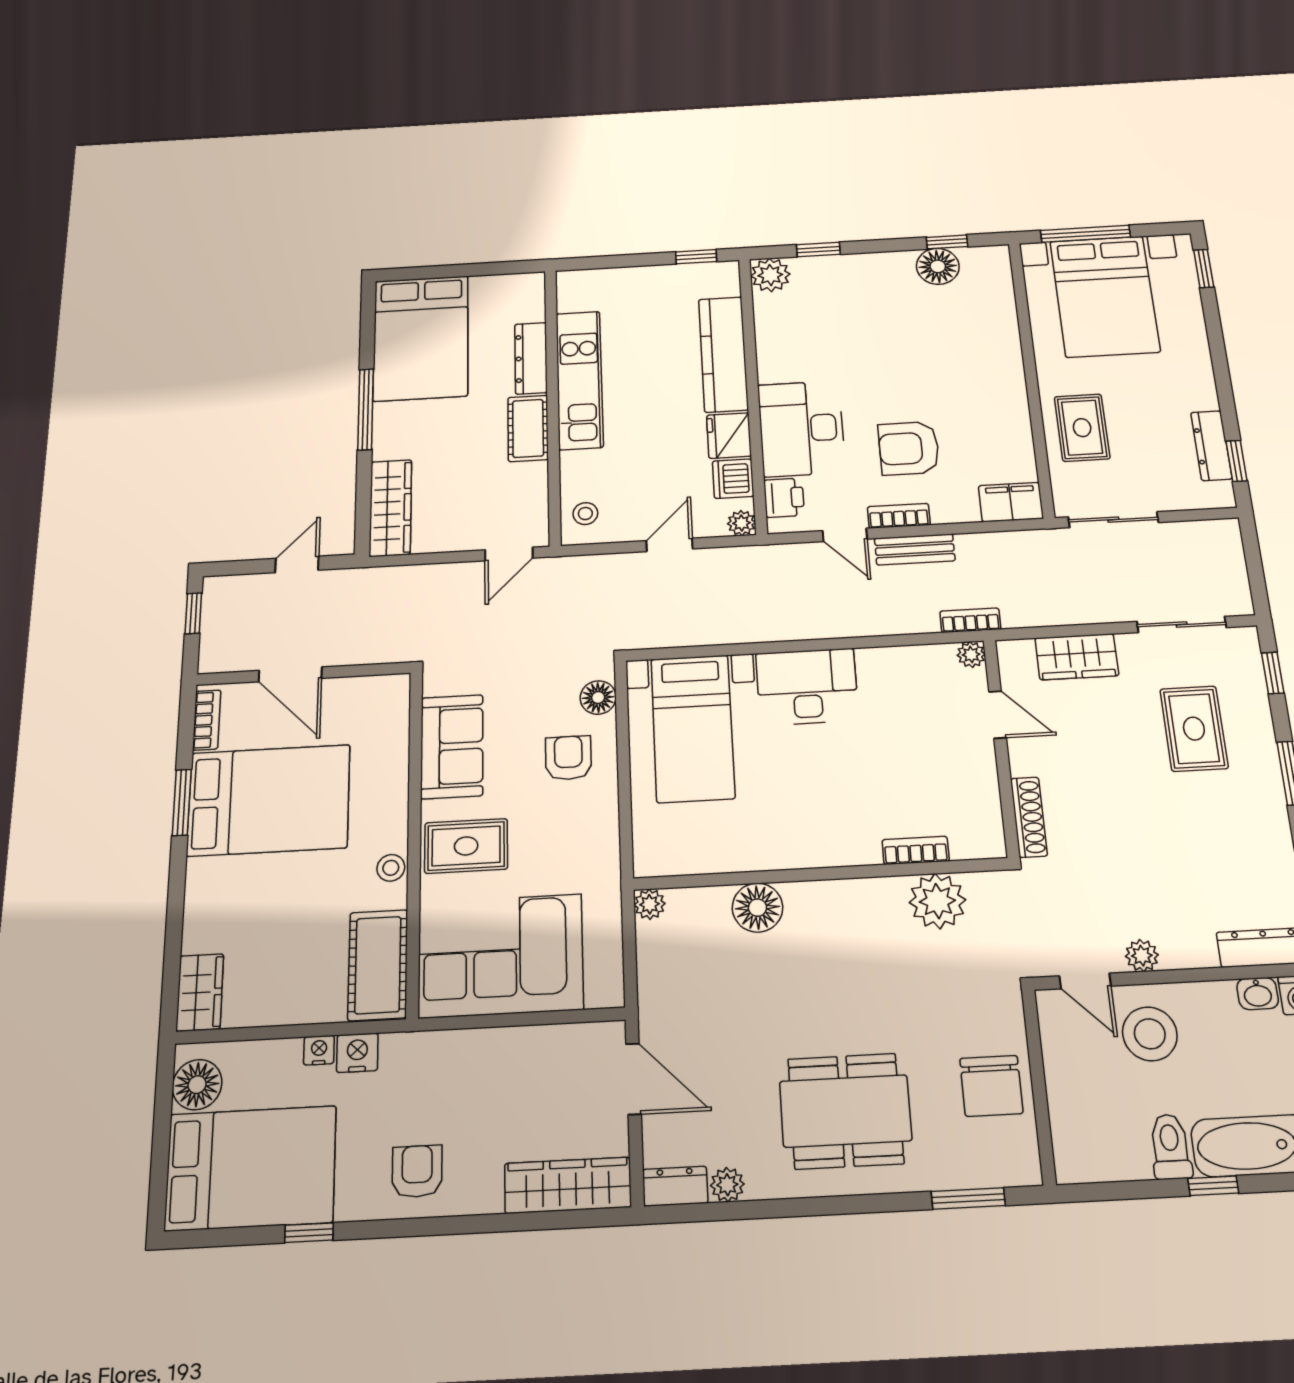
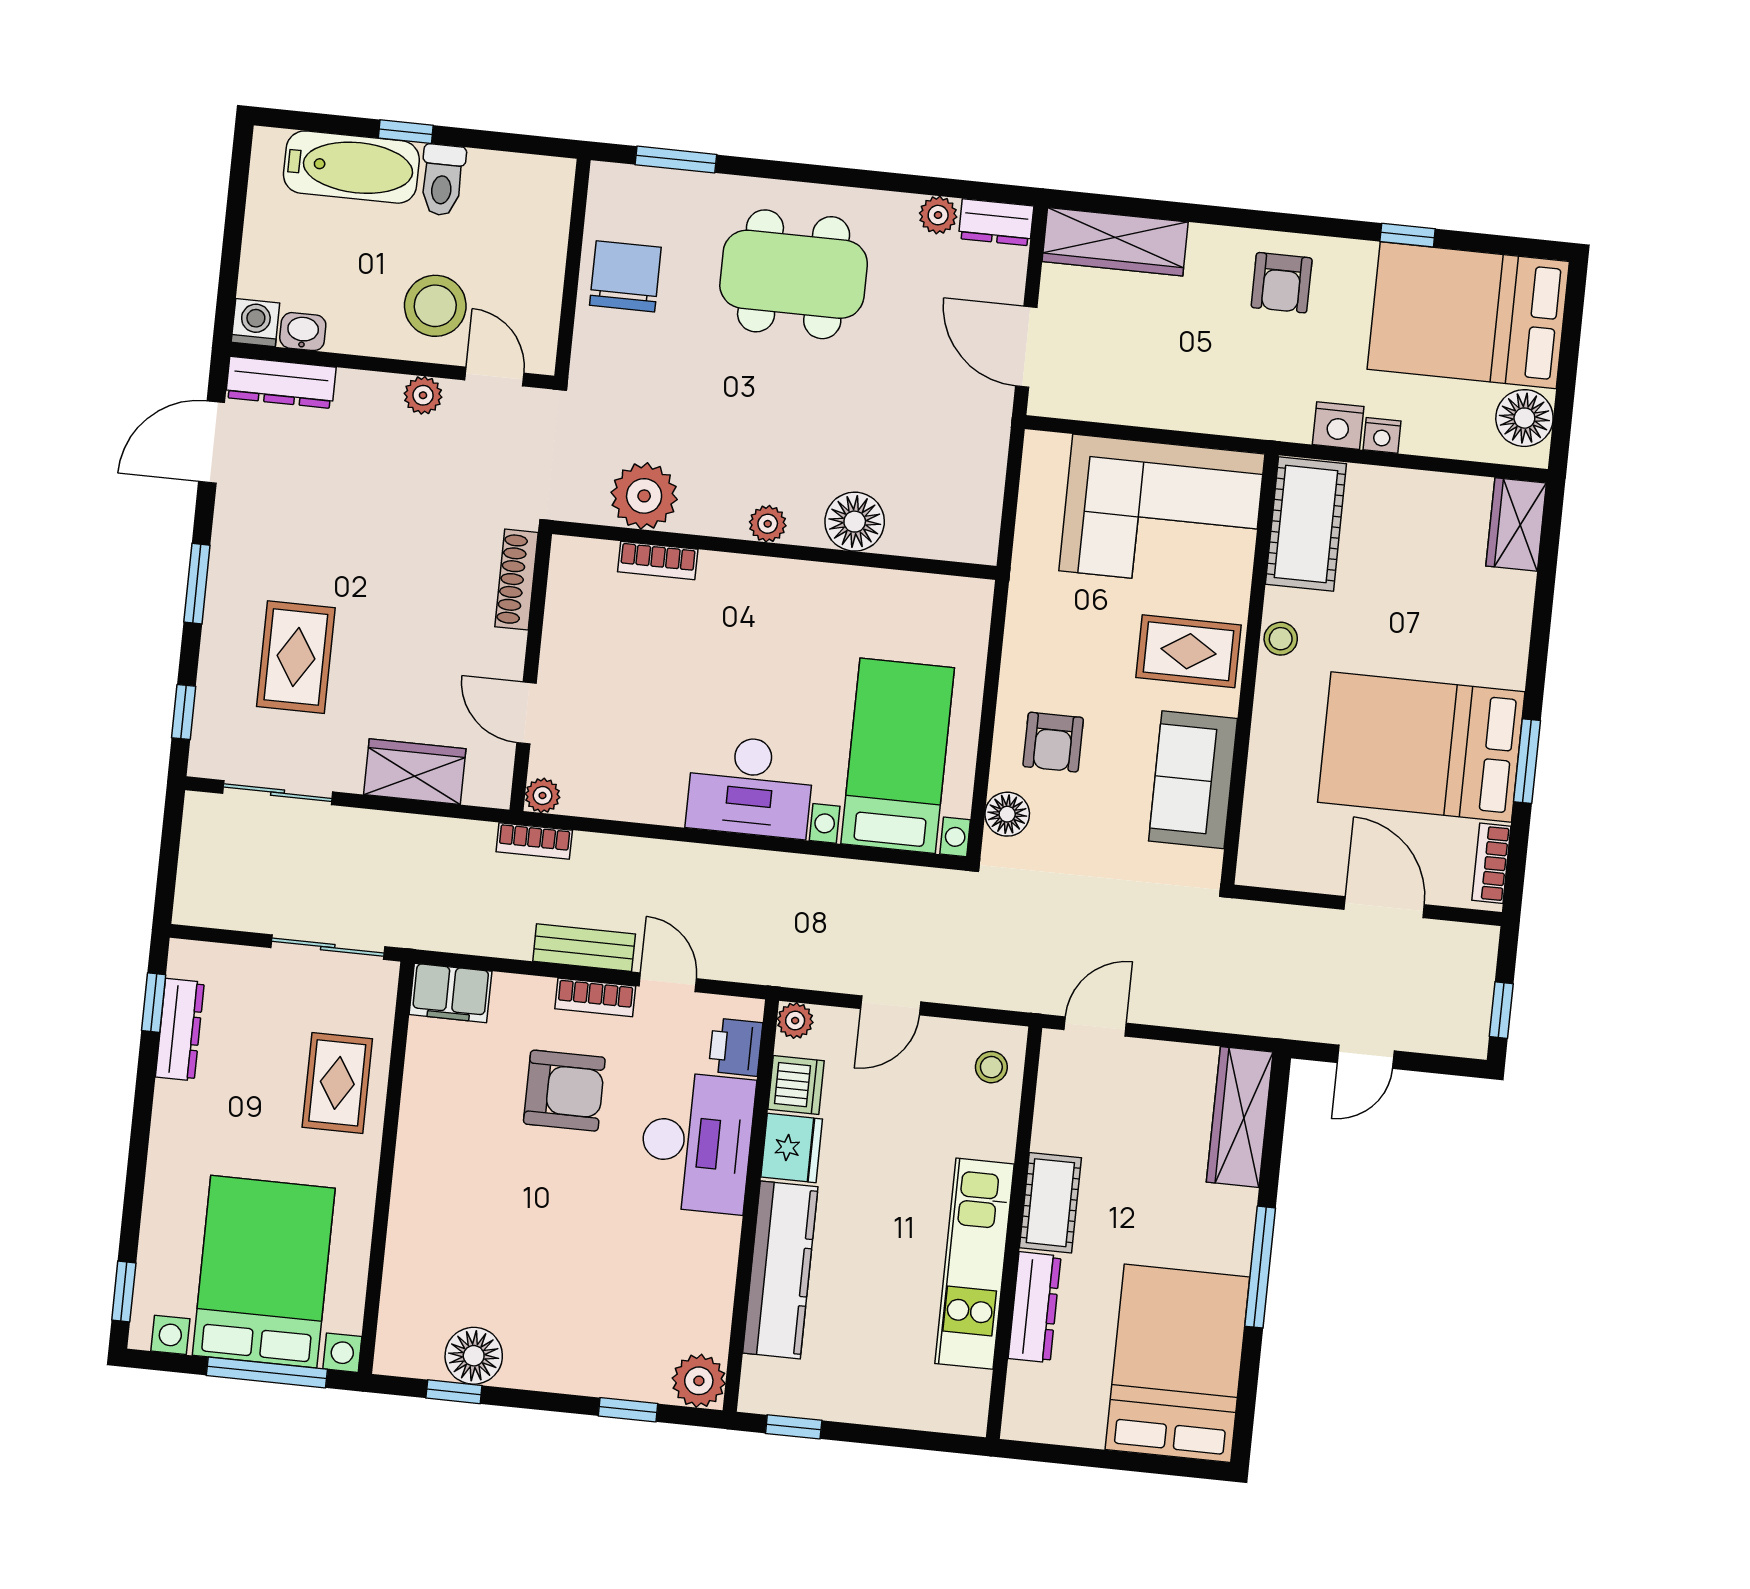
plant: (650, 904) -> (768, 524), moved

